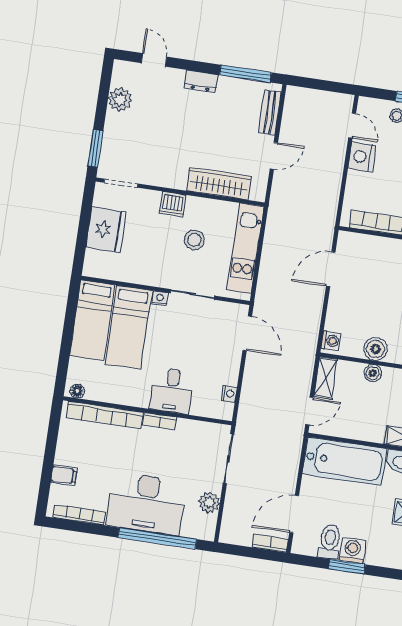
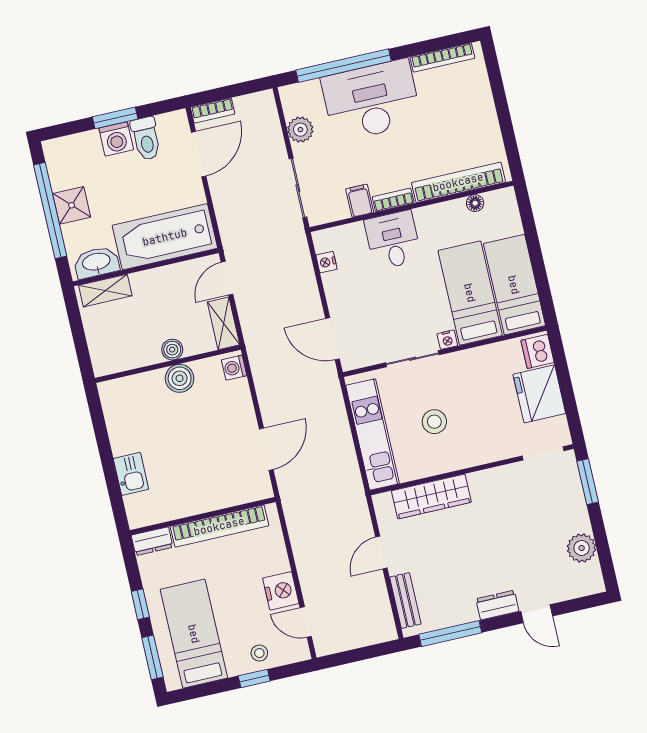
door: (154, 60) -> (537, 614), moved
dishwasher: (173, 204) -> (537, 351), moved, turned -90
floor lamp: (77, 391) -> (475, 203), moved
filing cabinet: (64, 475) -> (360, 201), moved, turned 90

